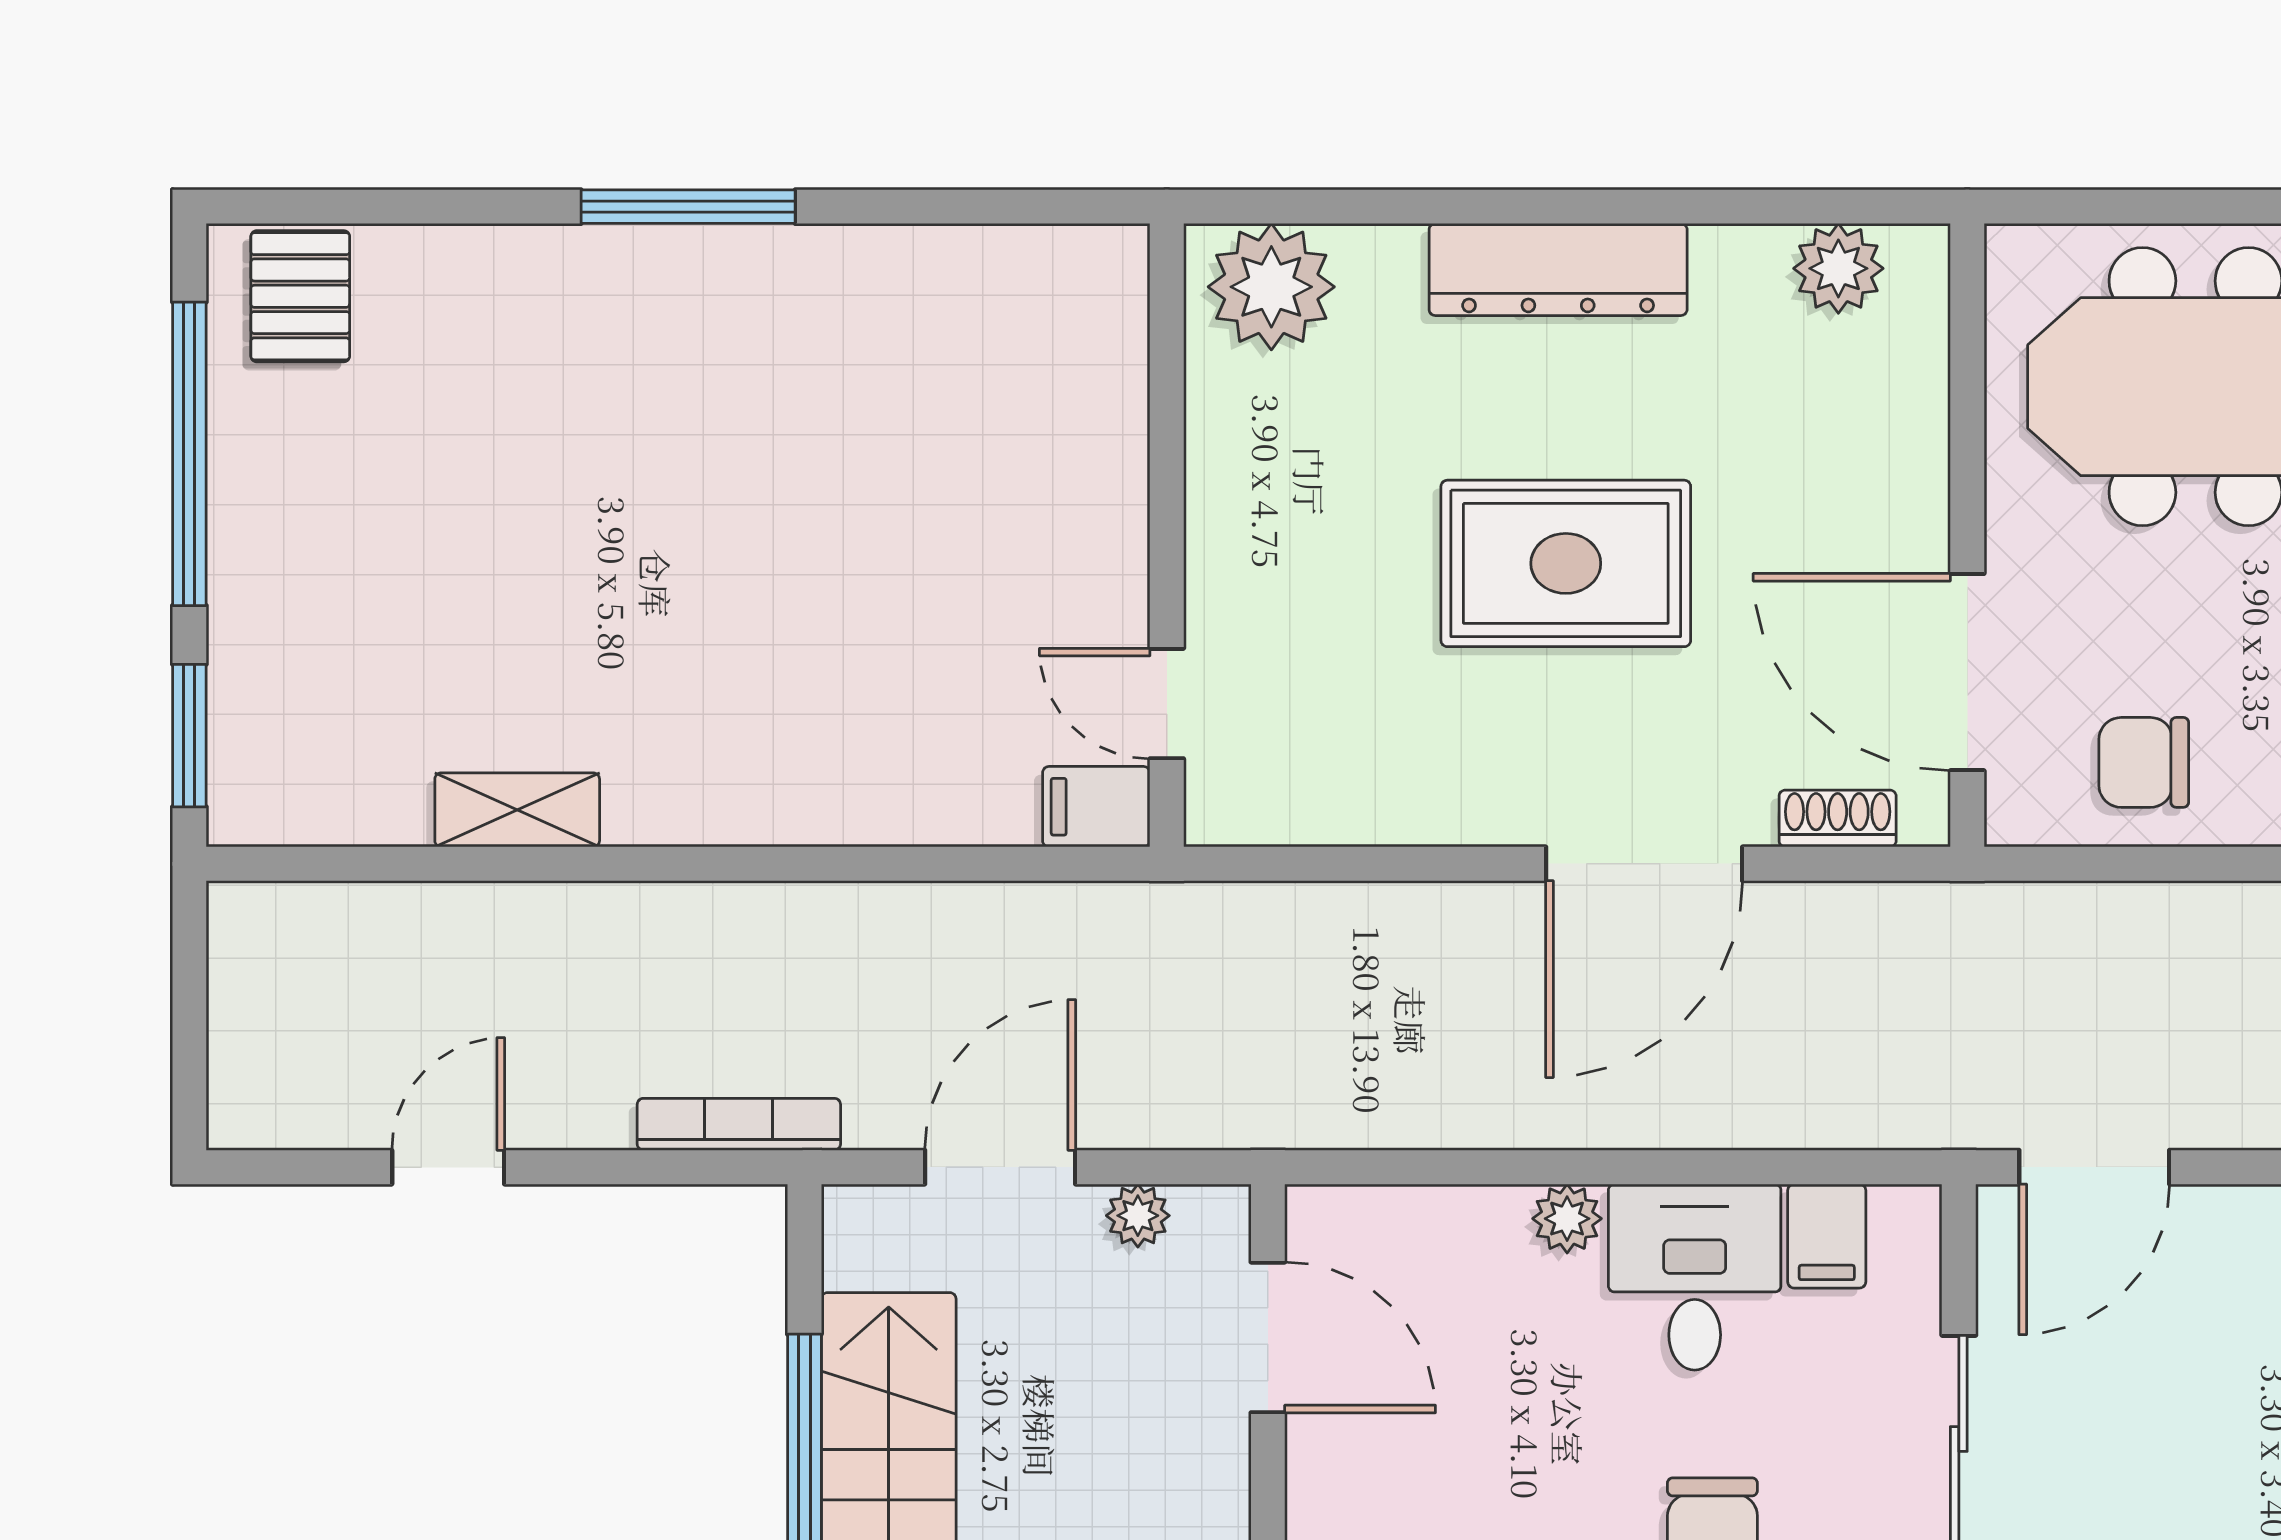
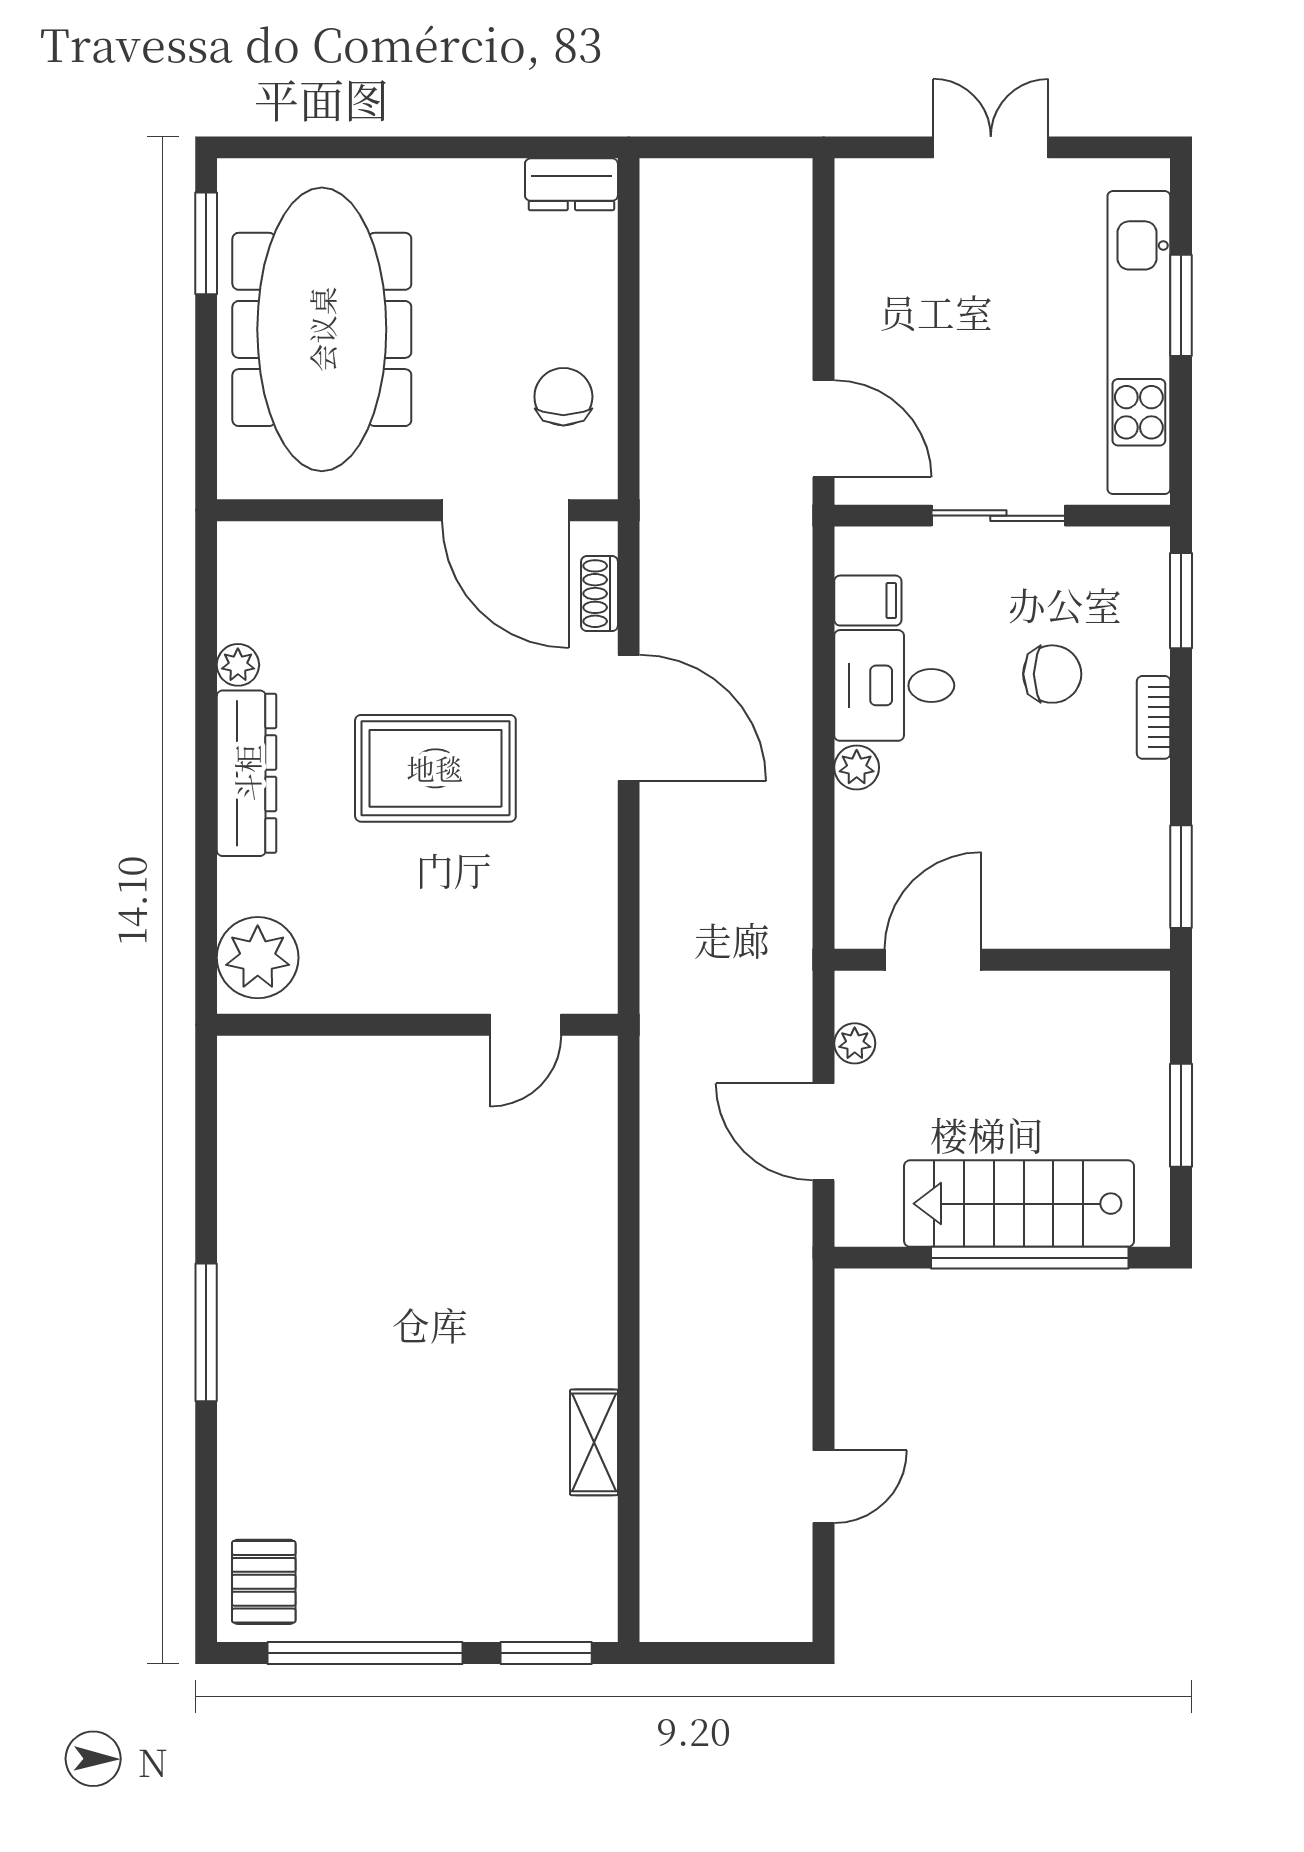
plant: (1838, 268) -> (238, 665), moved, width x0.73, depth x0.73
pallet: (300, 296) -> (264, 1582), turned 90
rug: (1566, 563) -> (435, 768), turned 90
door: (1967, 672) -> (505, 510), hinge flipped
chair: (2144, 762) -> (563, 397), turned 180
filing cabinet: (1096, 807) -> (592, 1070), removed
bookcase: (739, 1124) -> (796, 1300), removed
door: (448, 1167) -> (824, 1487), swing flipped

